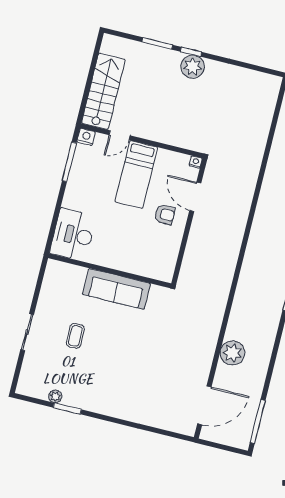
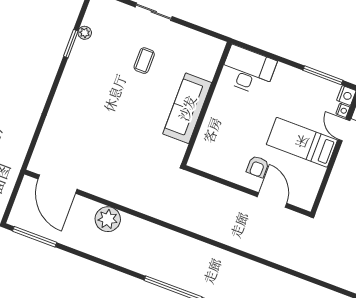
nightstand: (196, 162) -> (343, 110), moved
door: (195, 197) -> (272, 200), hinge flipped
coffee table: (75, 336) -> (144, 61), turned 90

